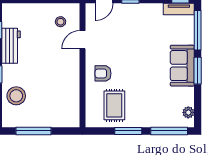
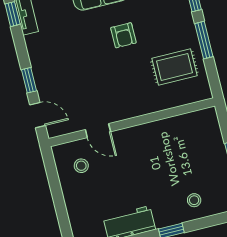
armchair: (103, 73) -> (123, 35), moved
stool: (16, 96) -> (194, 200), width x0.53, depth x0.53

